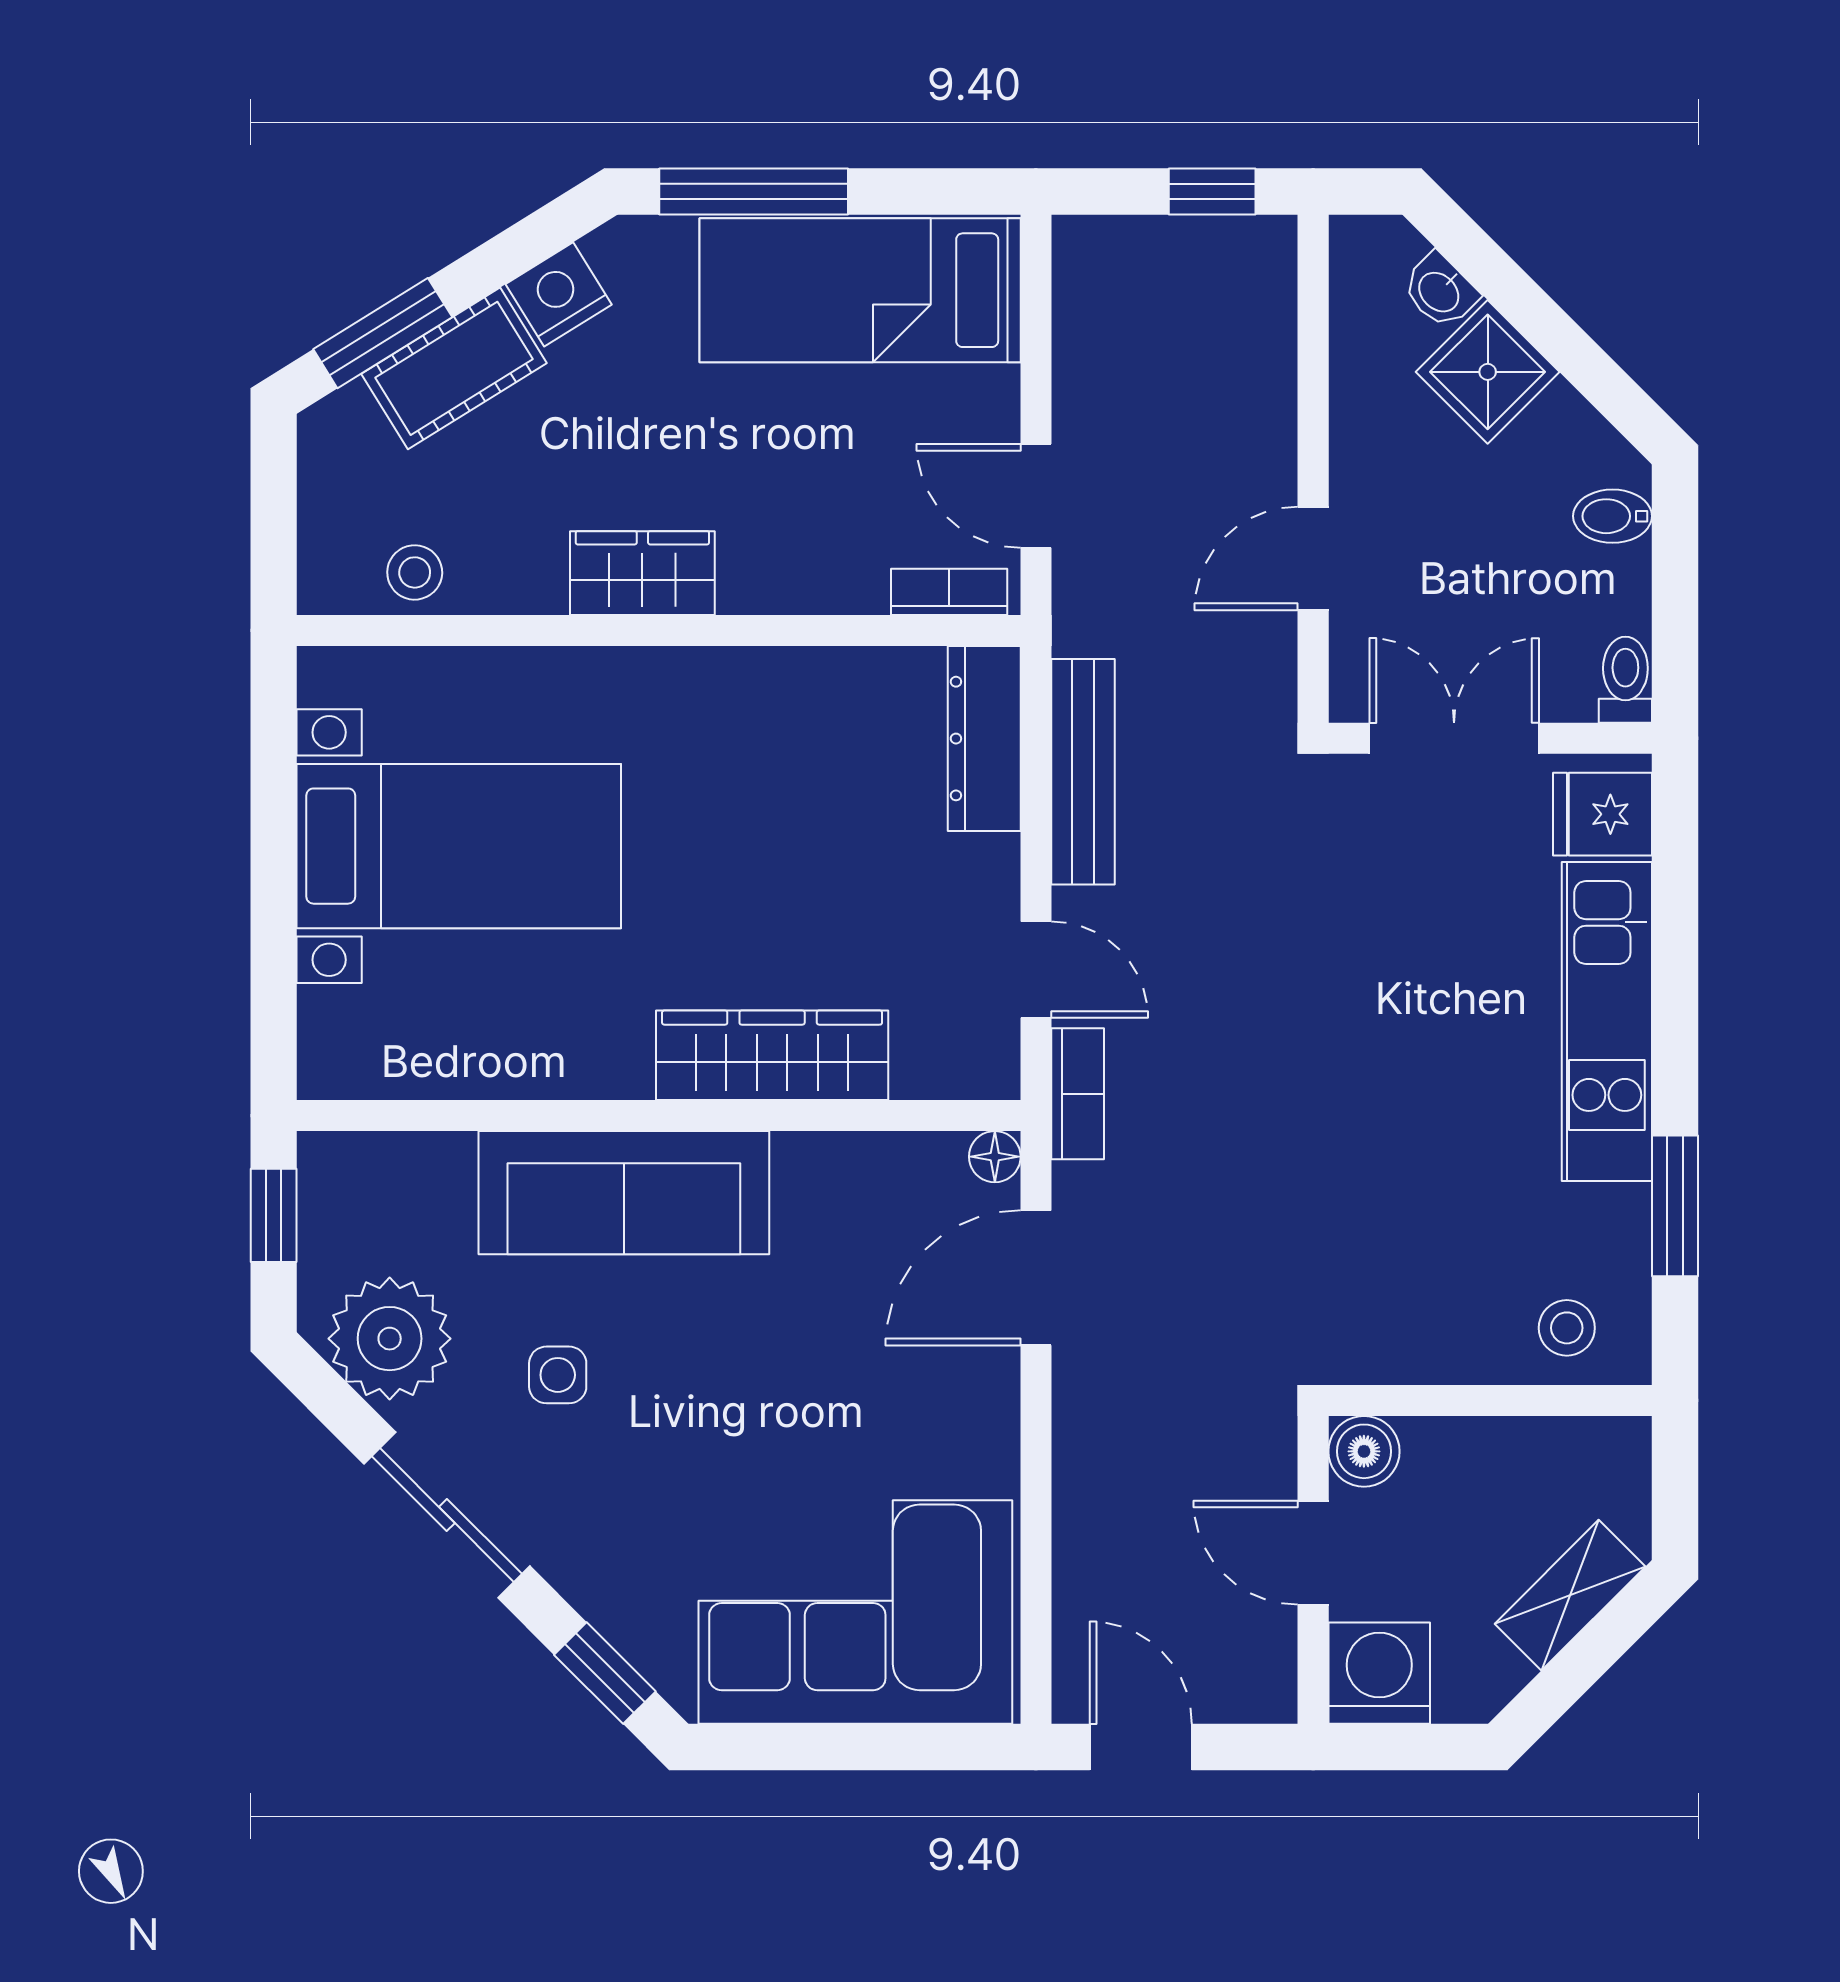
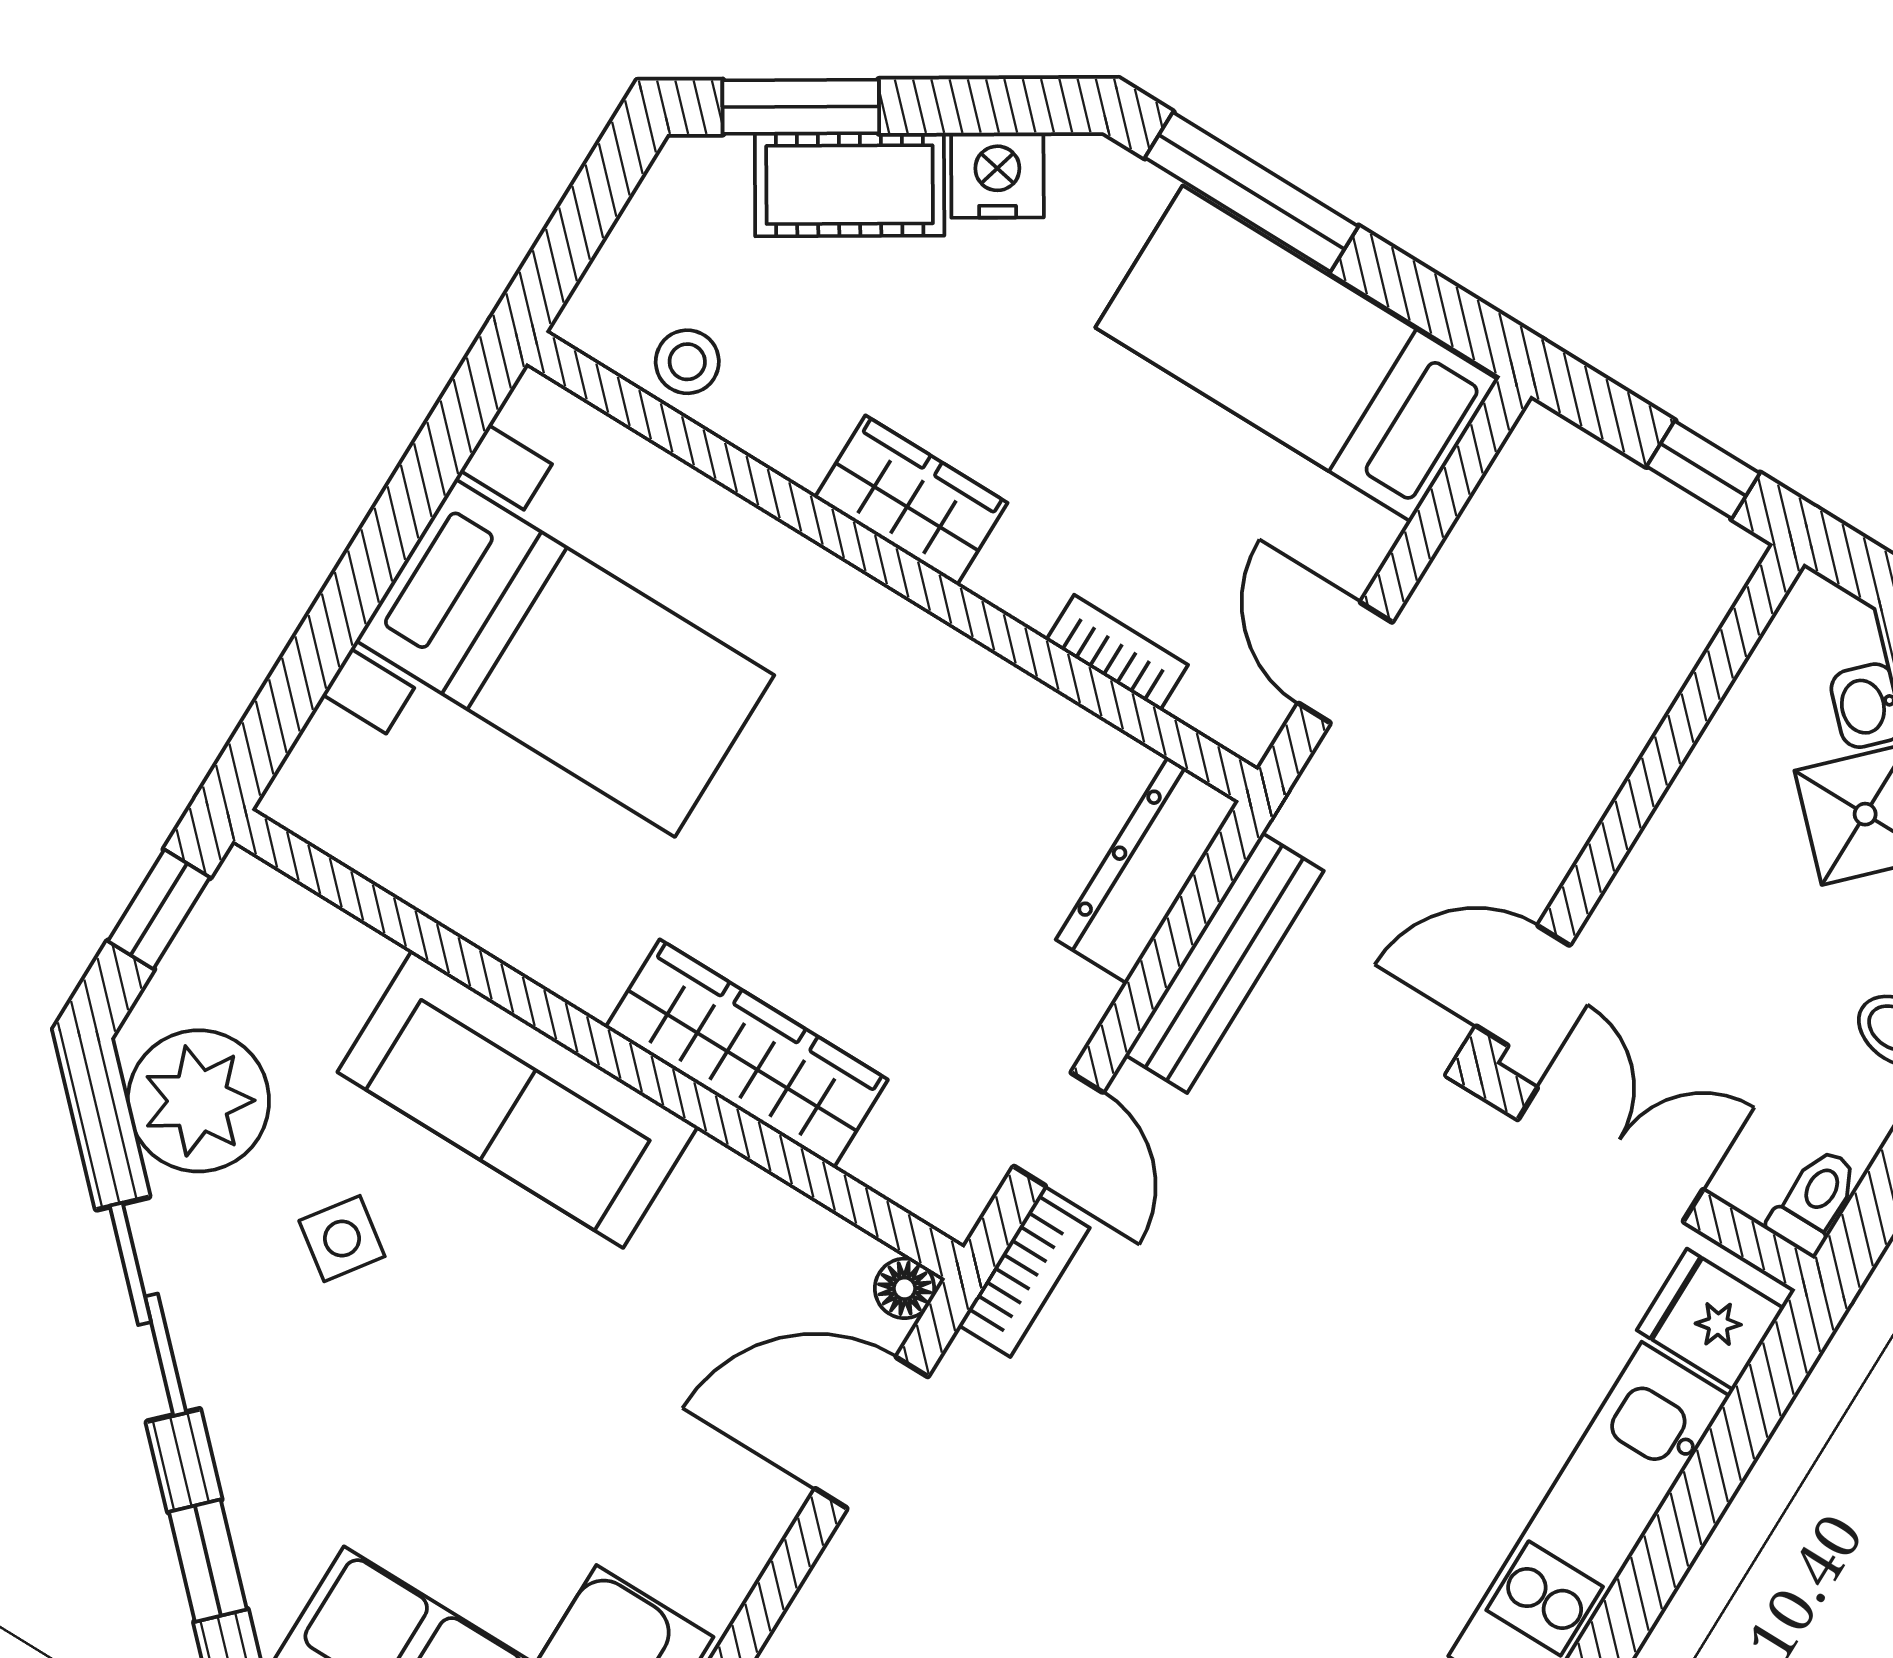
door: (1313, 559) -> (1523, 986), moved
bookcase: (949, 592) -> (1117, 653), moved
side table: (558, 1375) -> (342, 1239), turned 36

